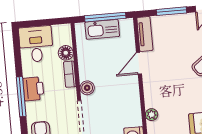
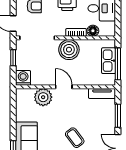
door: (139, 63) -> (64, 87), moved
boiler: (87, 88) -> (69, 50), width x1.86, depth x1.86
plant: (152, 115) -> (43, 97), width x1.88, depth x1.88

